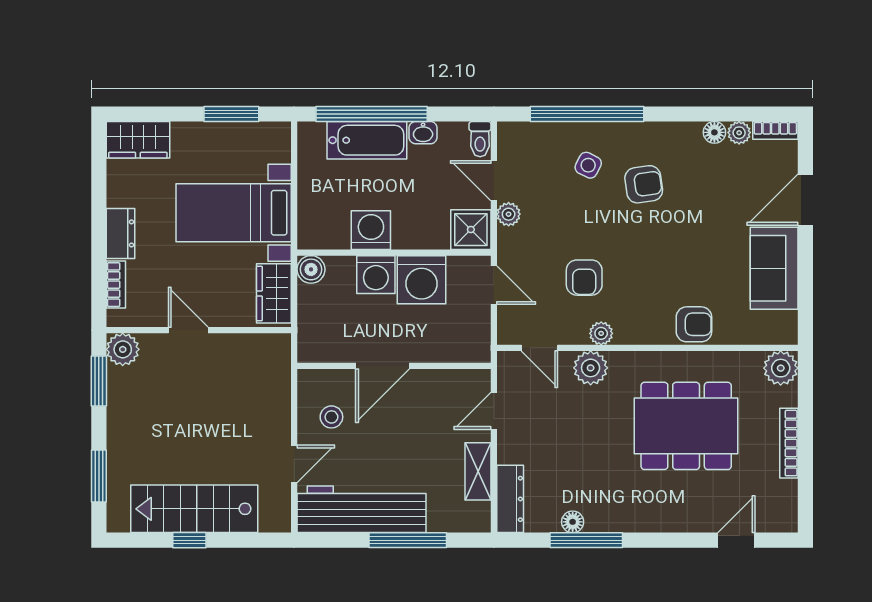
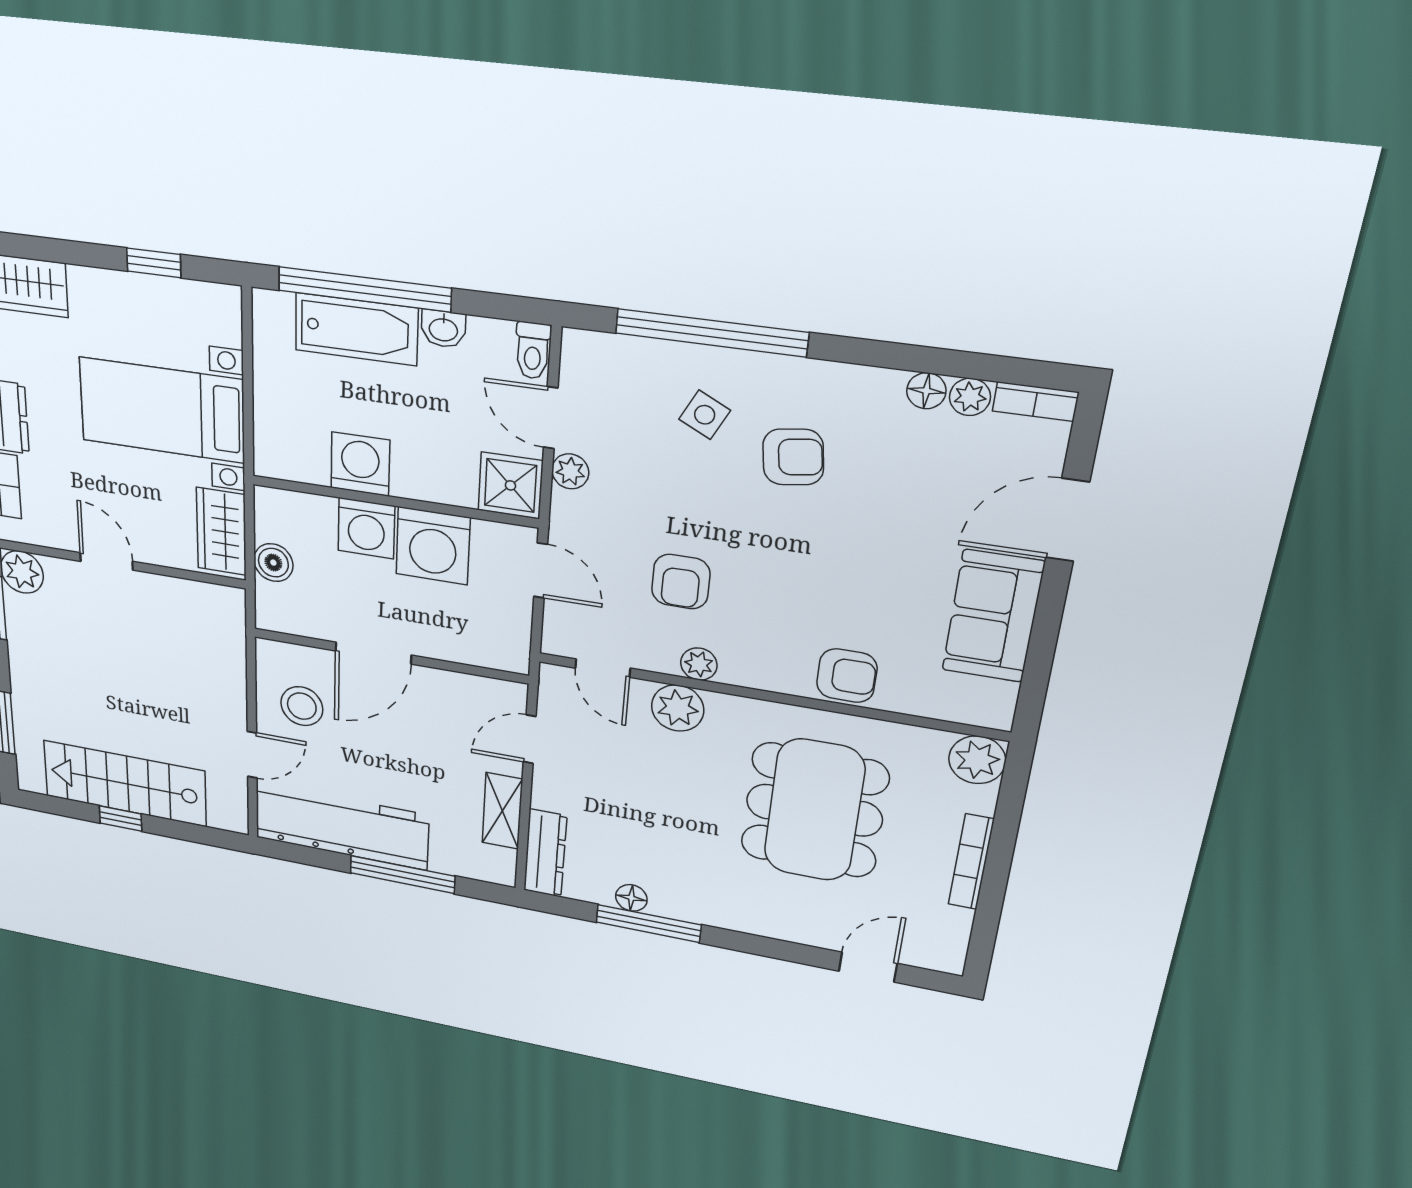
window: (231, 114) -> (154, 263), width x0.67
boiler: (311, 269) -> (273, 563), moved
stool: (331, 417) -> (302, 706), width x1.37, depth x1.37
dining table: (686, 426) -> (814, 810), turned 90

